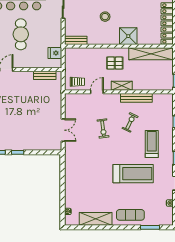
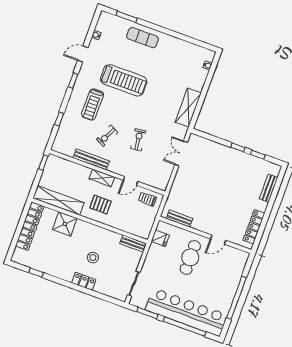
cafe table: (21, 34) -> (190, 257), moved
shower: (128, 36) -> (65, 224), moved
treadmill: (133, 174) -> (124, 80), turned 180
shelving: (96, 219) -> (188, 108), moved, turned 90

